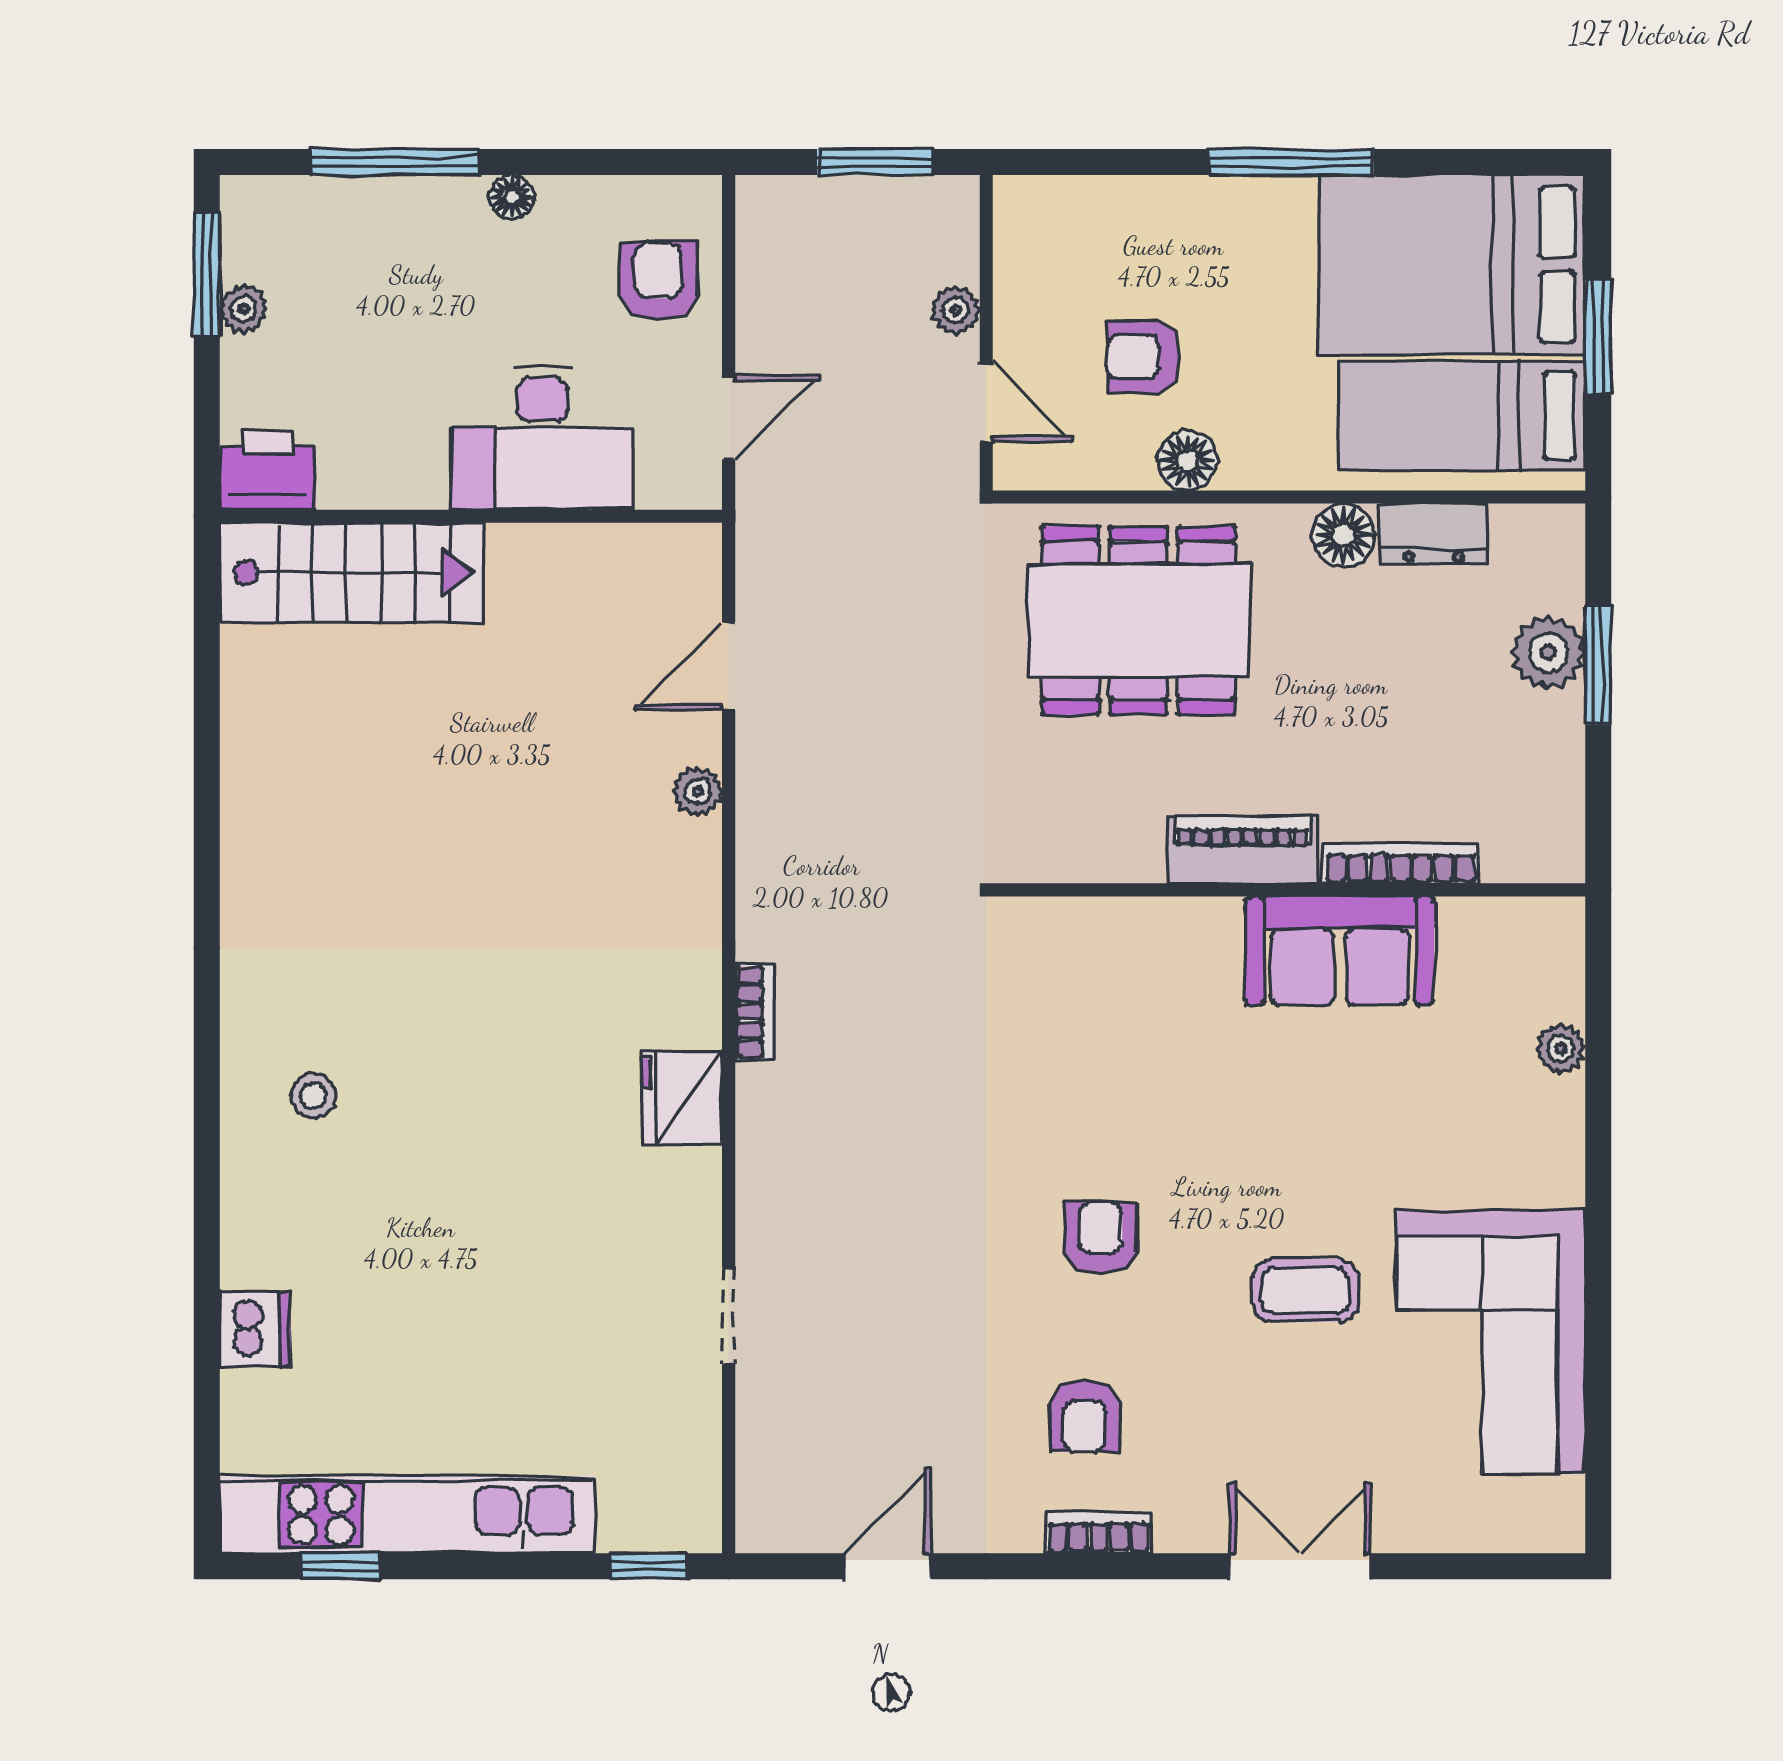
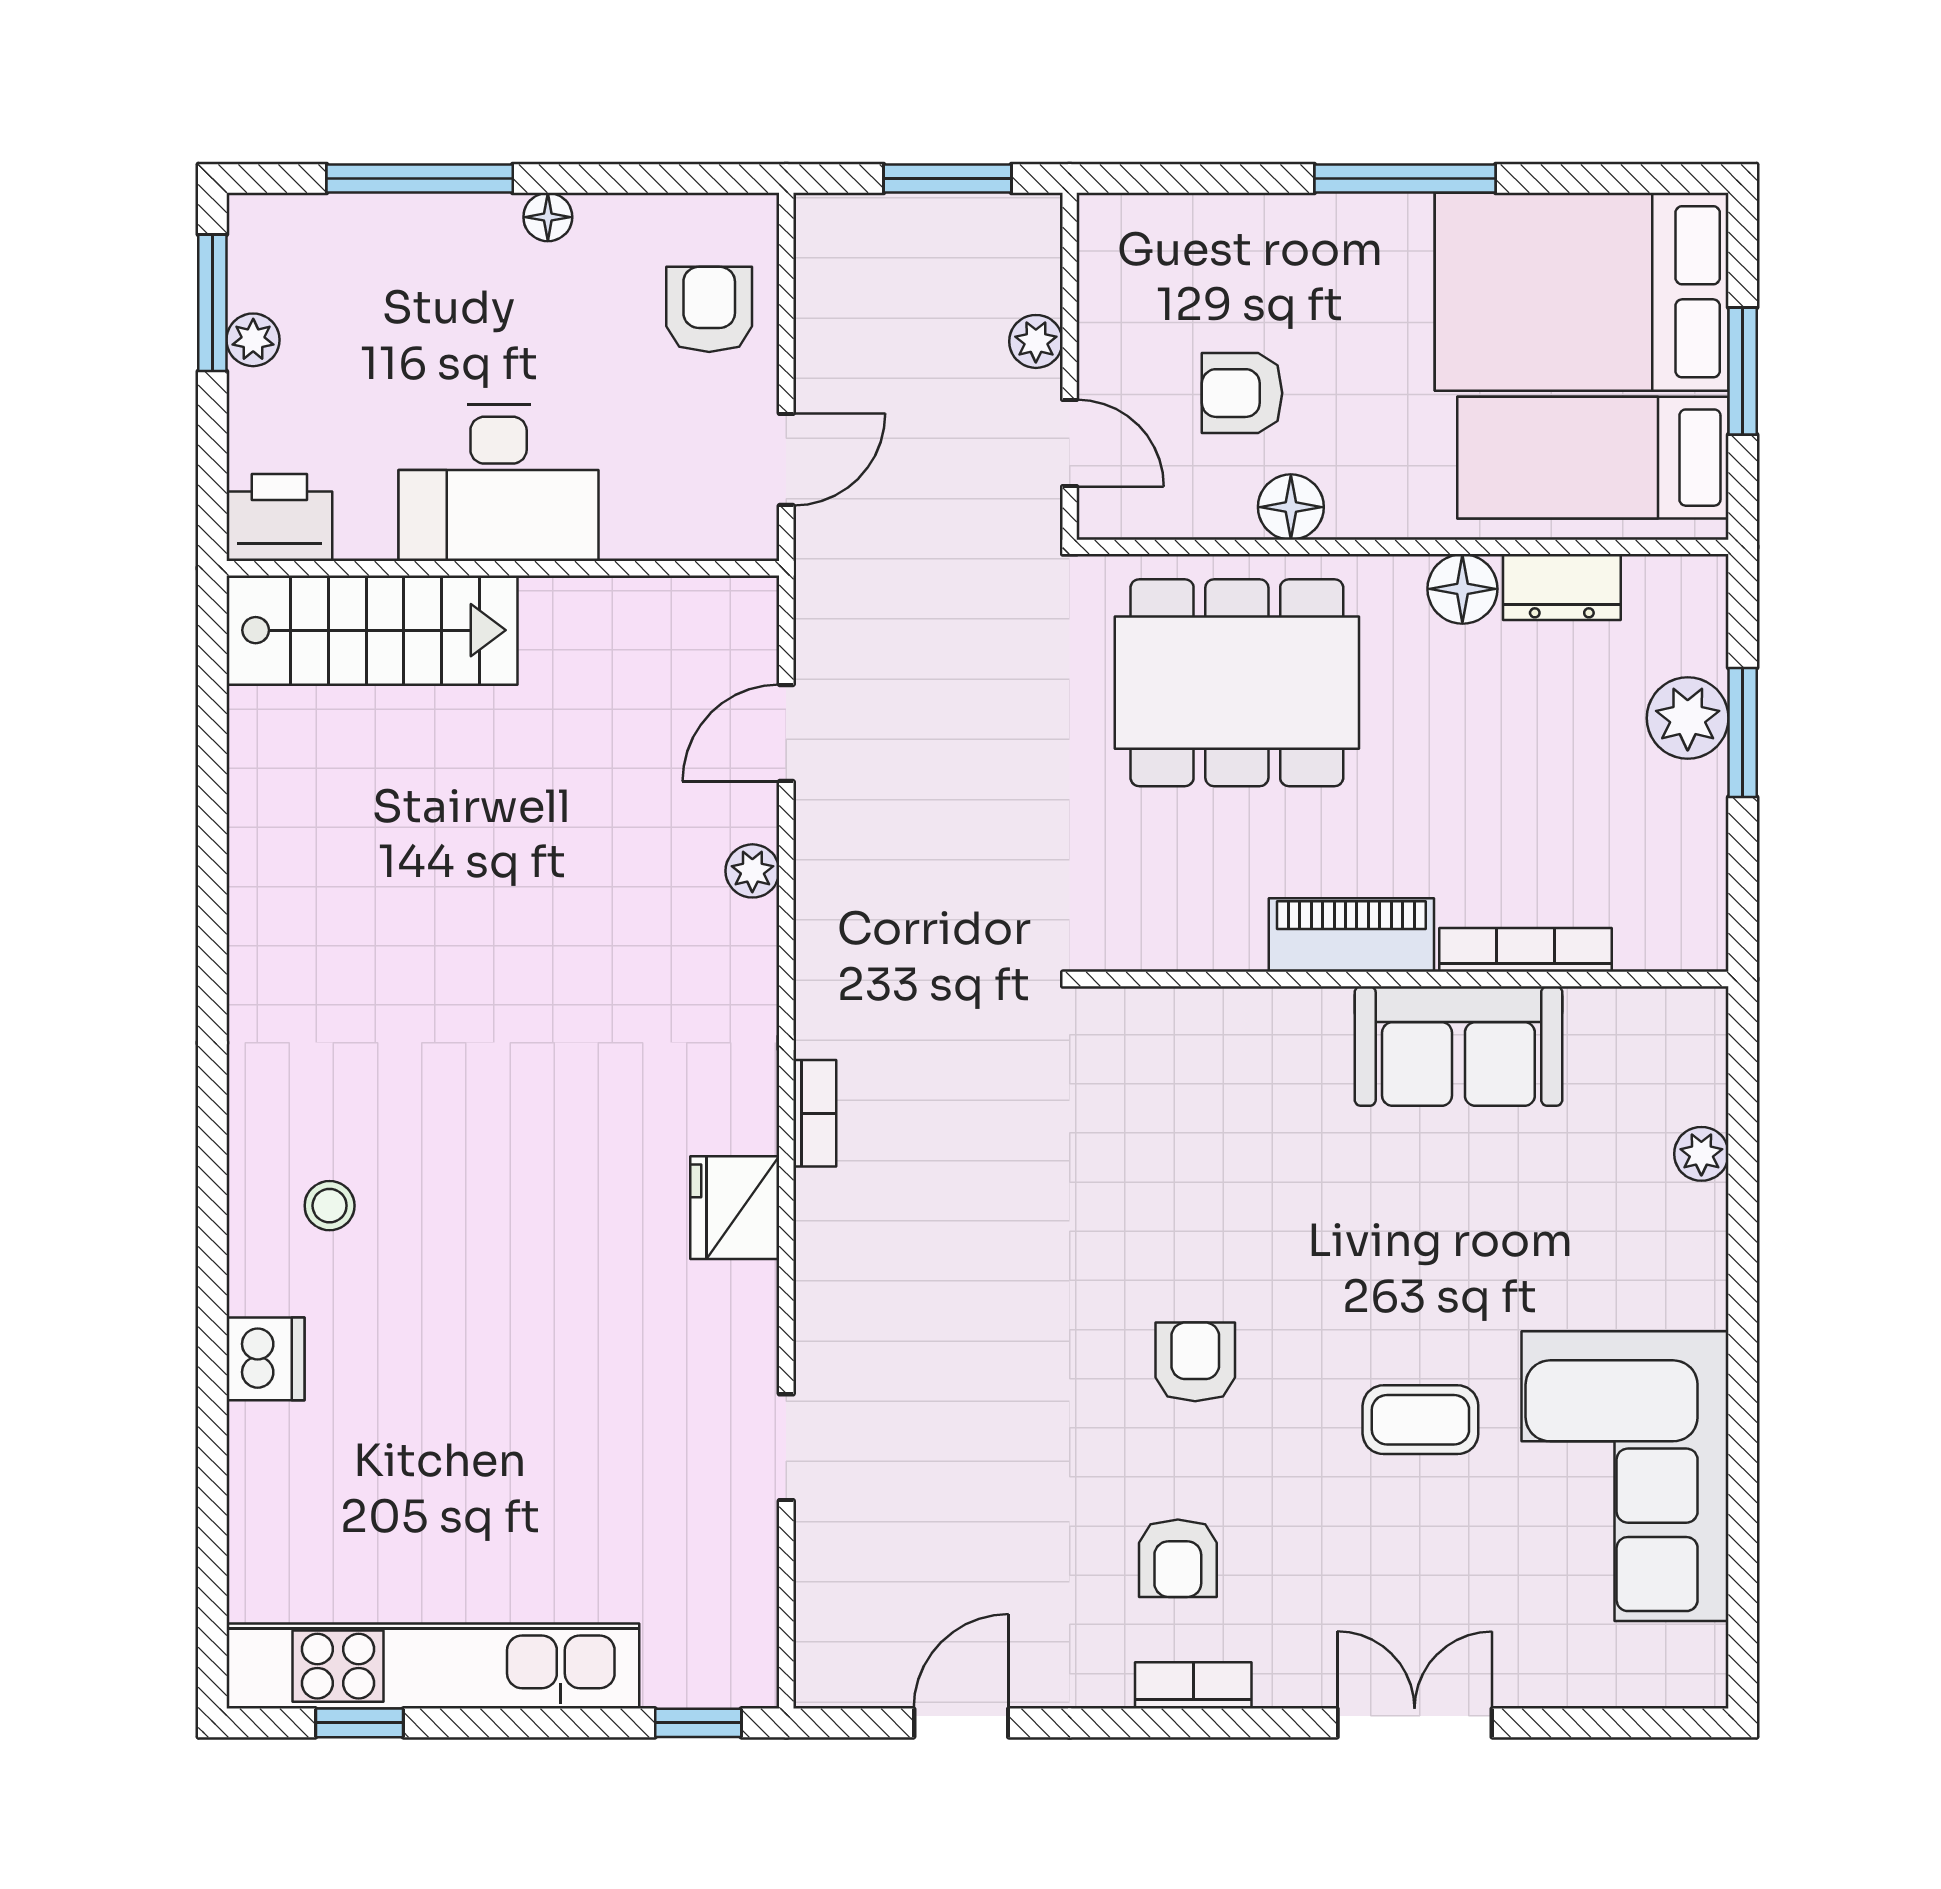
desk: (542, 438) -> (499, 483), moved
dishwasher: (255, 1329) -> (265, 1359), moved

